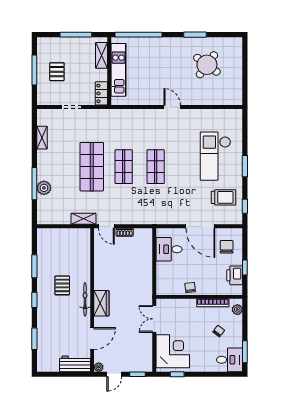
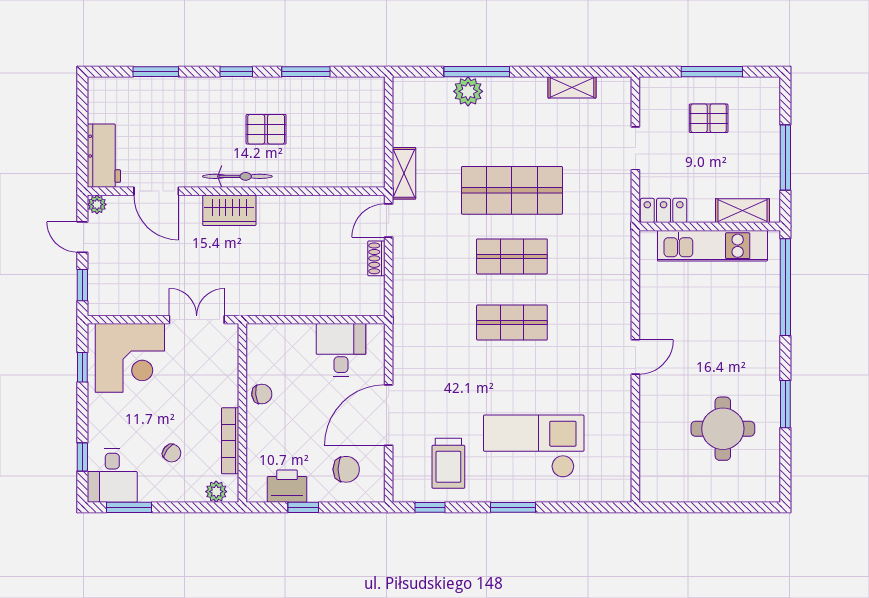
round table: (207, 65) -> (723, 429), turned -36
window: (221, 374) -> (82, 457), added

